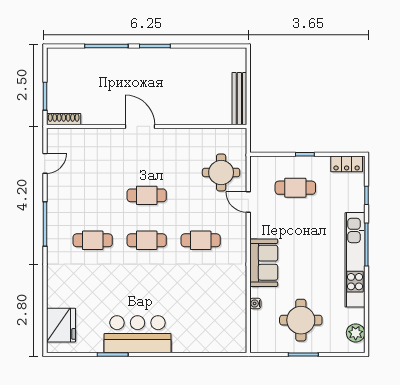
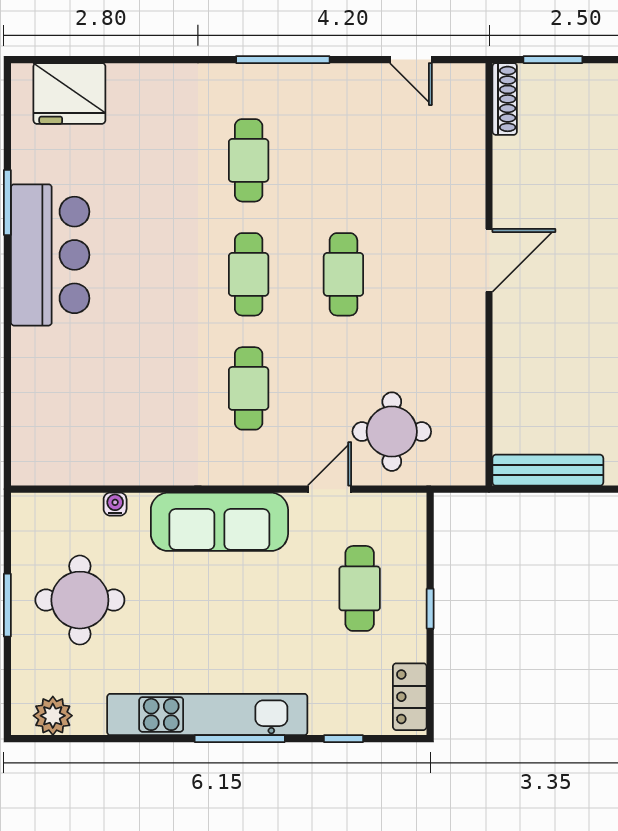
sofa: (264, 263) -> (219, 522), width x1.36

